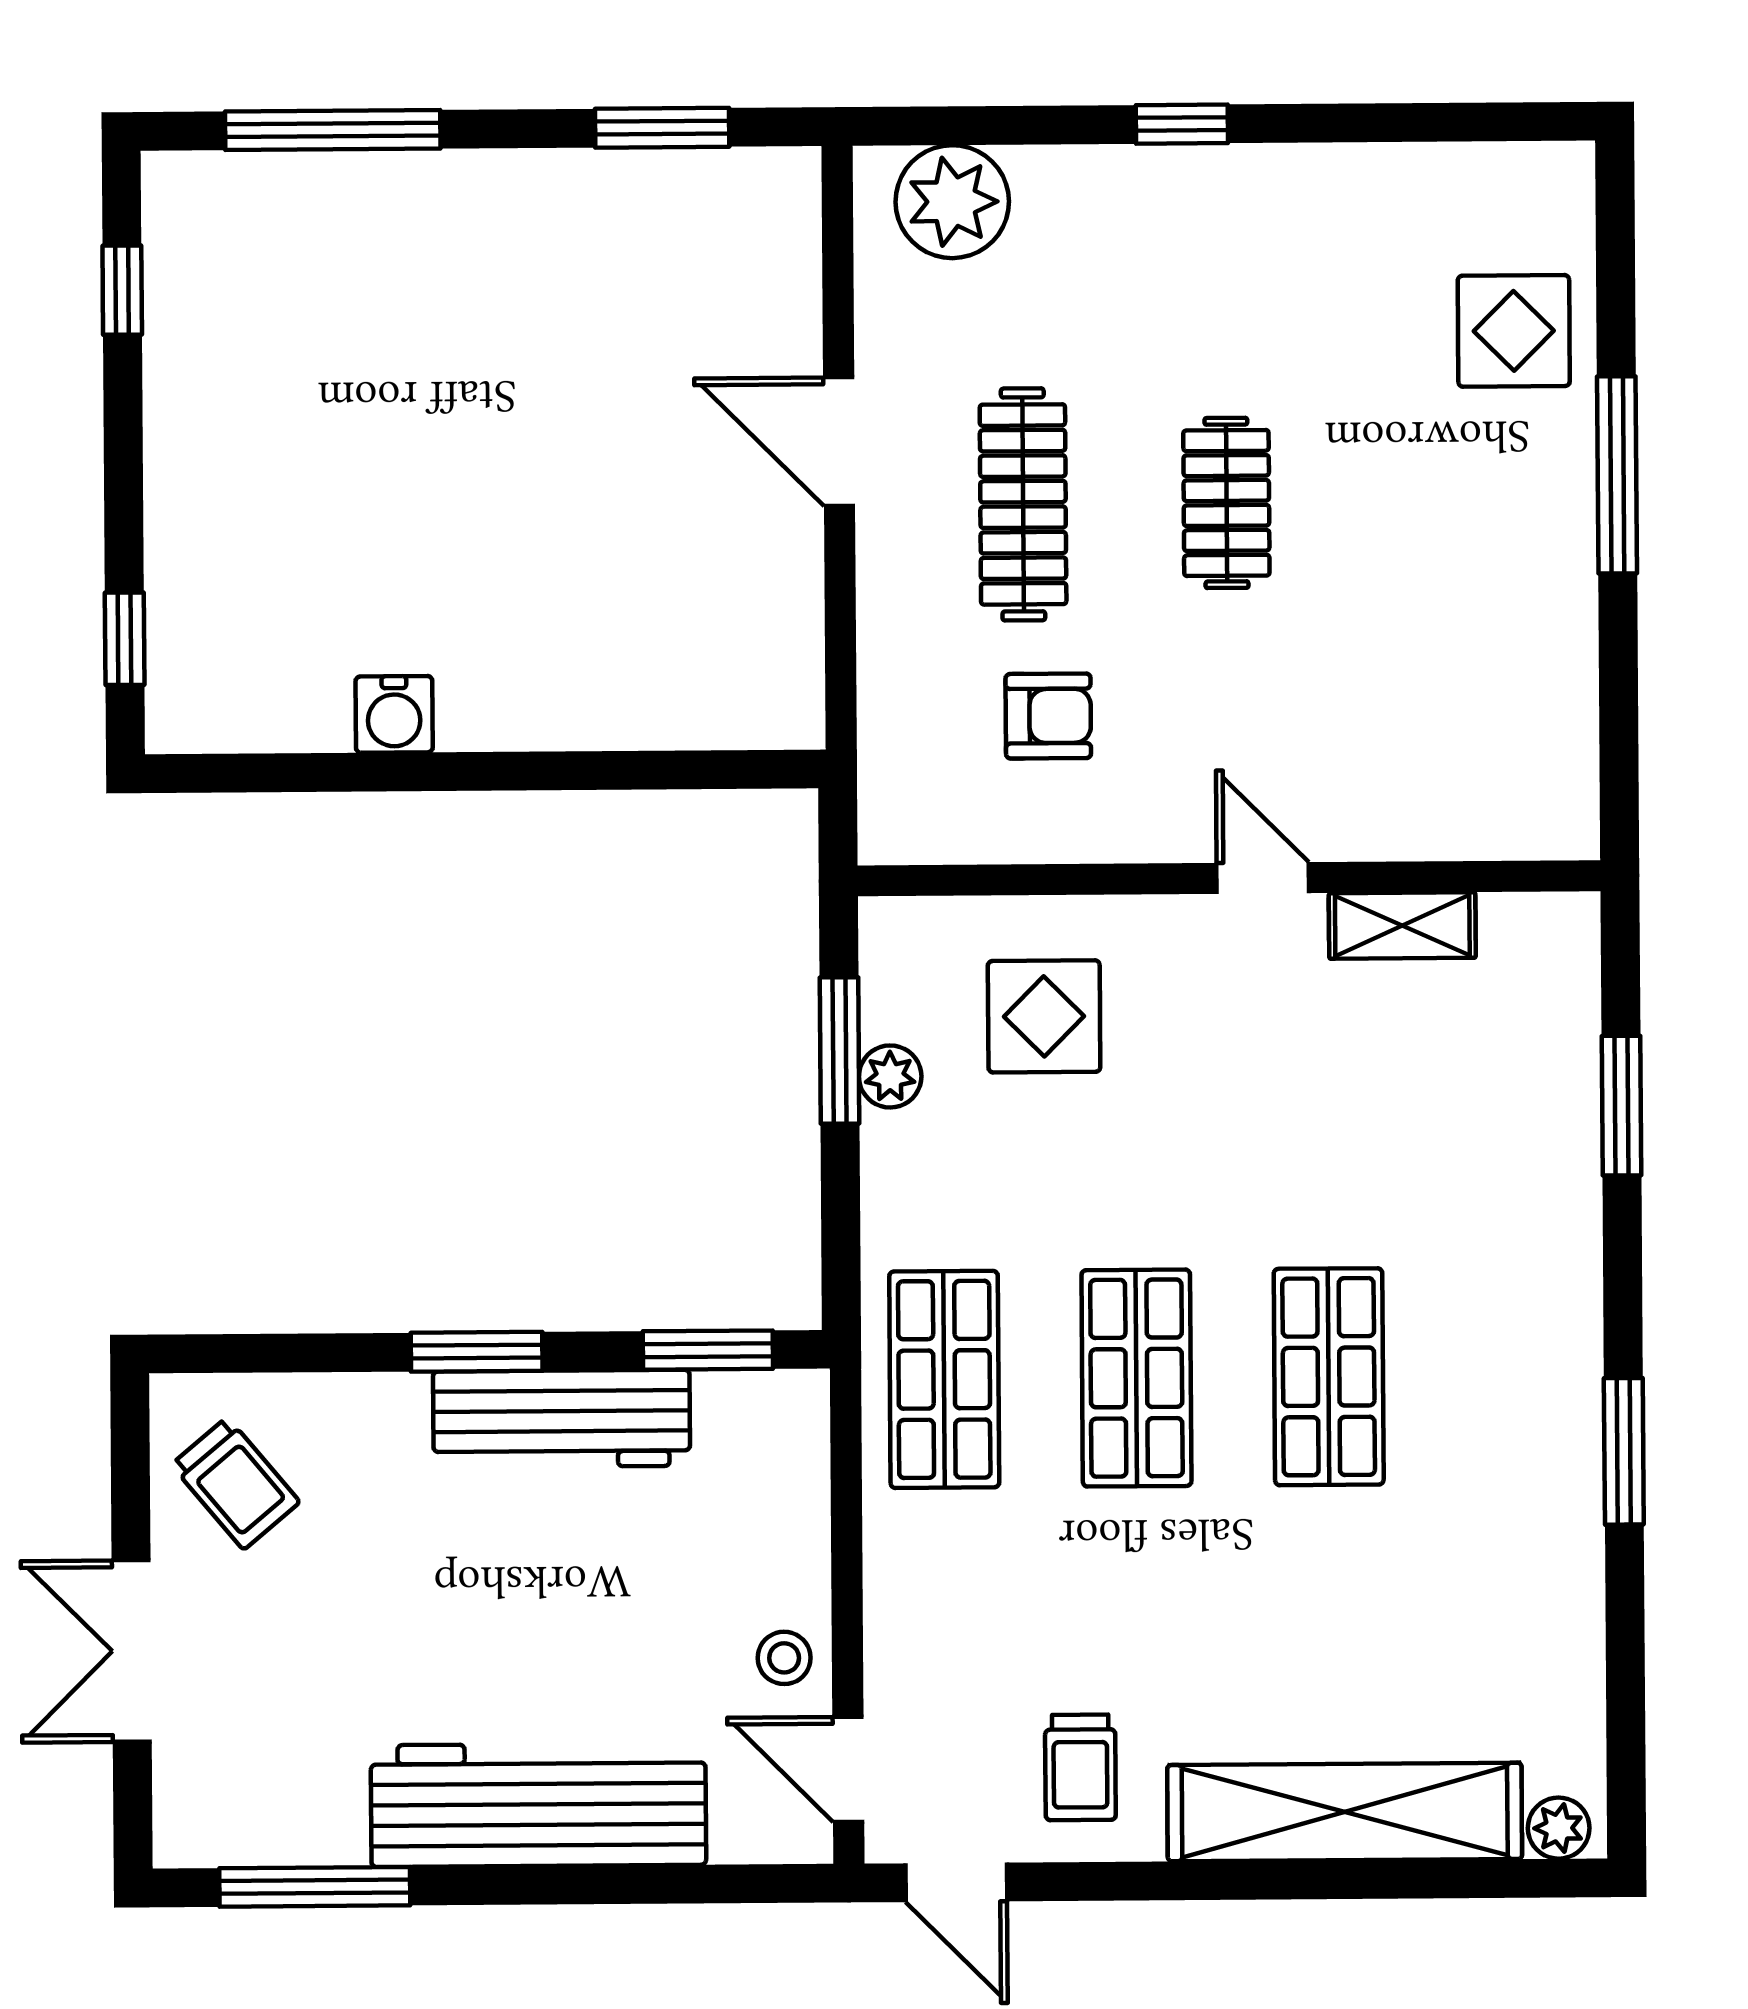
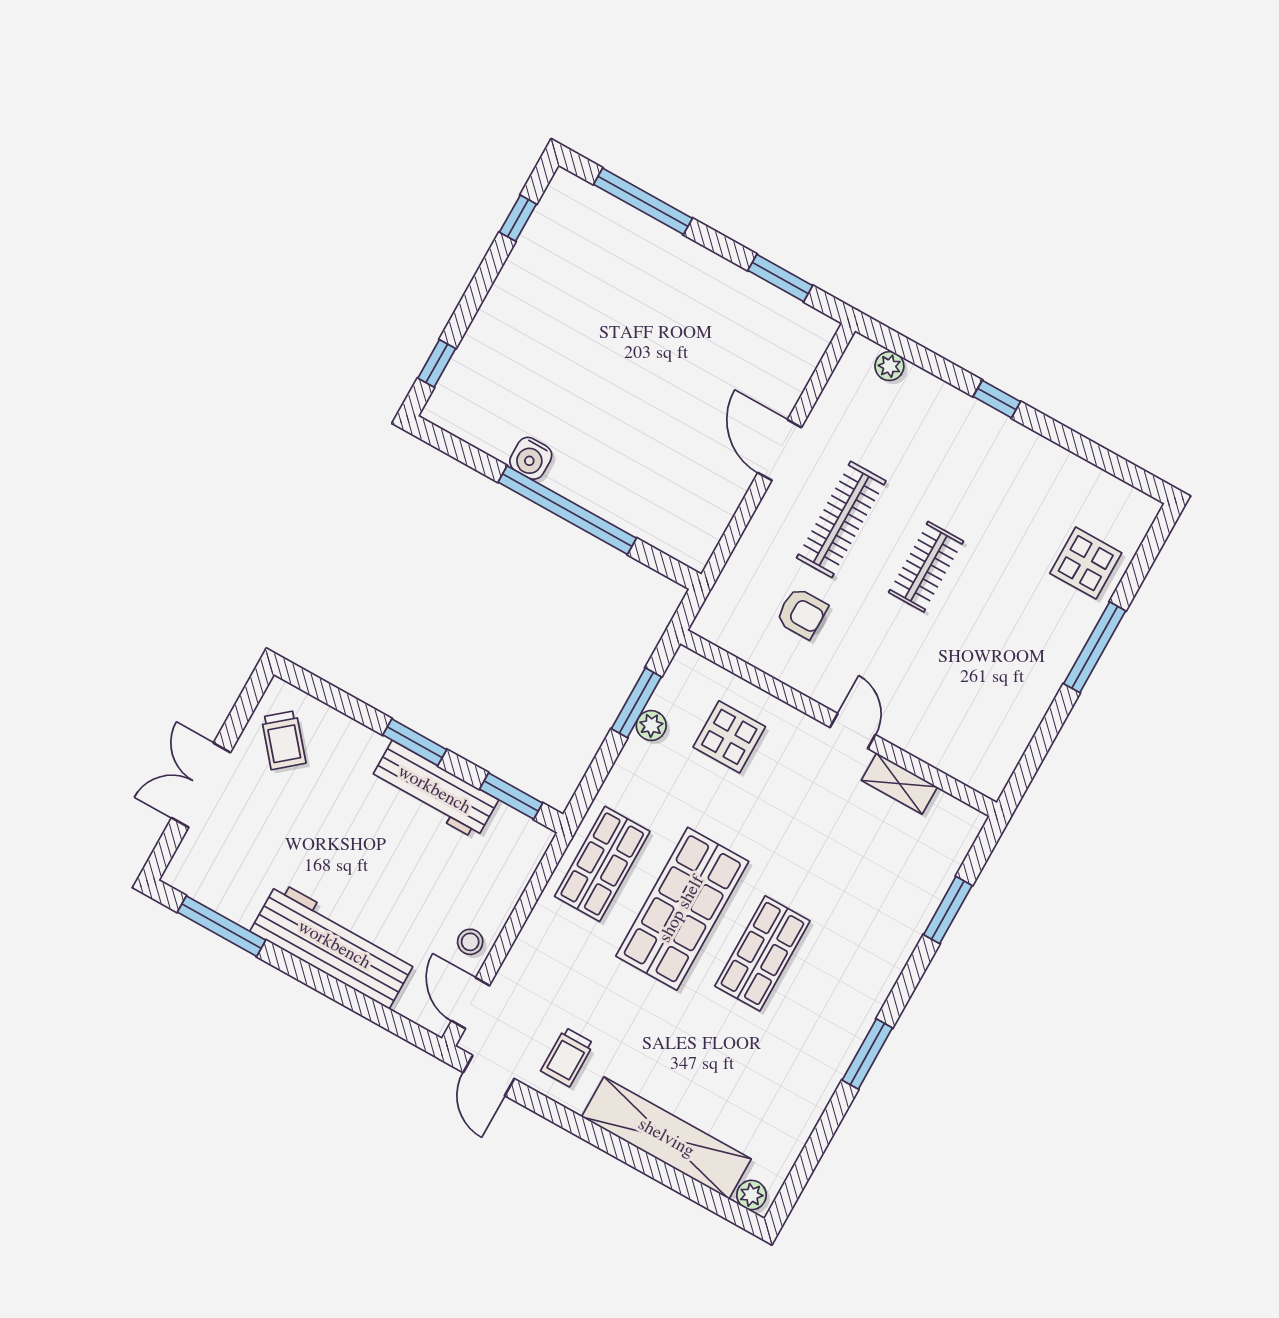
plant: (952, 202) -> (889, 366), width x0.53, depth x0.53
window: (514, 771) -> (567, 510), added
shop shelf: (1136, 1378) -> (682, 909), width x1.43, depth x1.36

